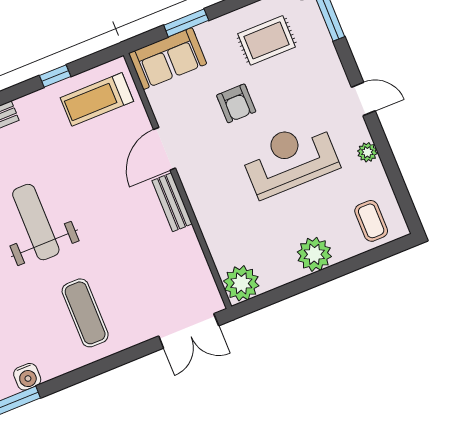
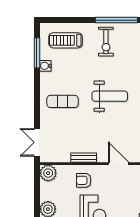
armchair: (236, 103) -> (84, 180), moved
bench: (172, 202) -> (84, 158), moved

